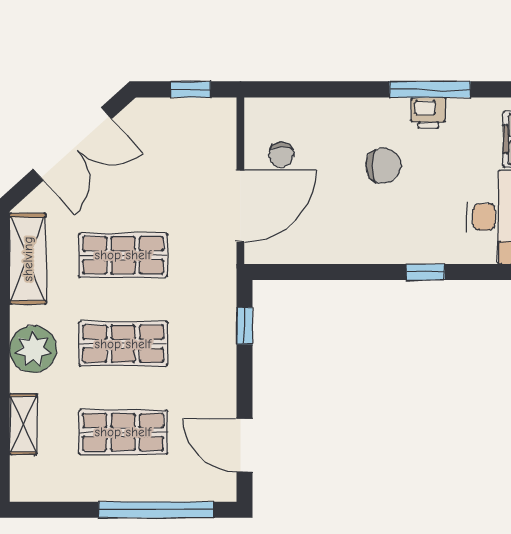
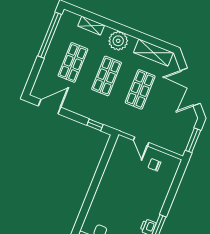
window: (191, 89) -> (193, 140), width x1.50
chair: (383, 166) -> (135, 202), removed
door: (240, 206) -> (141, 141), width x0.53
window: (426, 272) -> (88, 202), removed
window: (156, 510) -> (50, 35), moved

